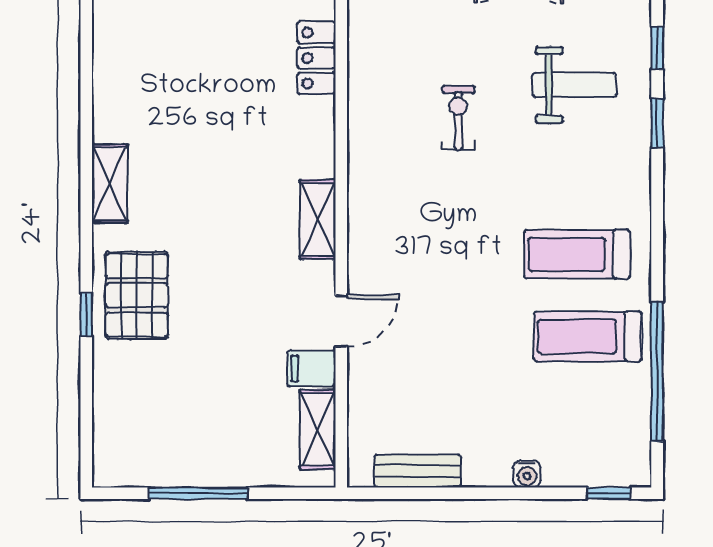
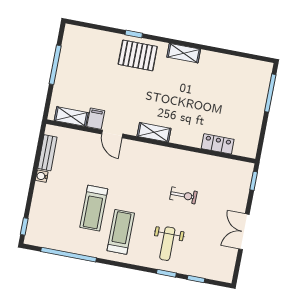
weight bench: (574, 85) -> (167, 244), moved
treadmill: (588, 336) -> (94, 208), moved, turned 180
water cooler: (527, 474) -> (42, 176), moved

